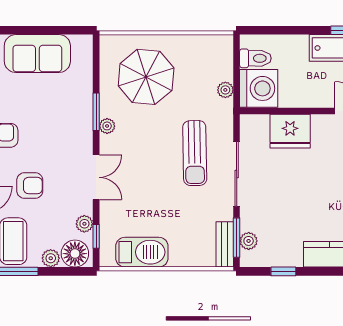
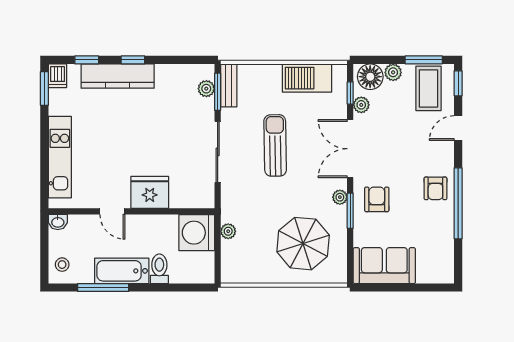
sofa: (37, 54) -> (384, 266), moved
toilet: (255, 58) -> (159, 269), moved, turned 90
fridge: (290, 131) -> (150, 192), moved
sun lounger: (195, 153) -> (275, 145), moved
double door: (96, 177) -> (350, 149), width x1.37
armchair: (30, 186) -> (377, 199), moved, turned 90
window: (283, 271) -> (133, 60), moved

